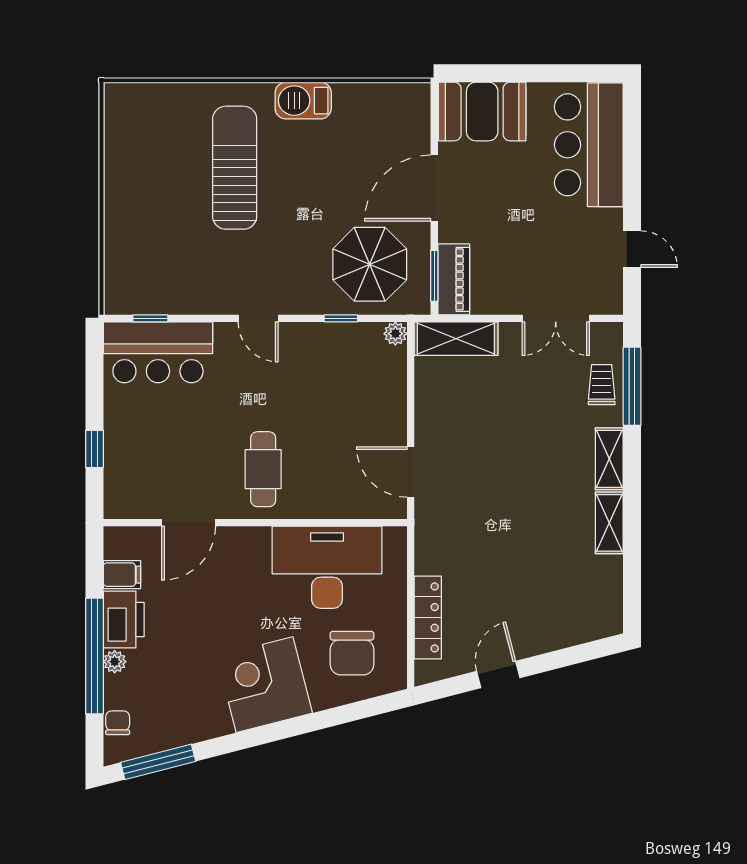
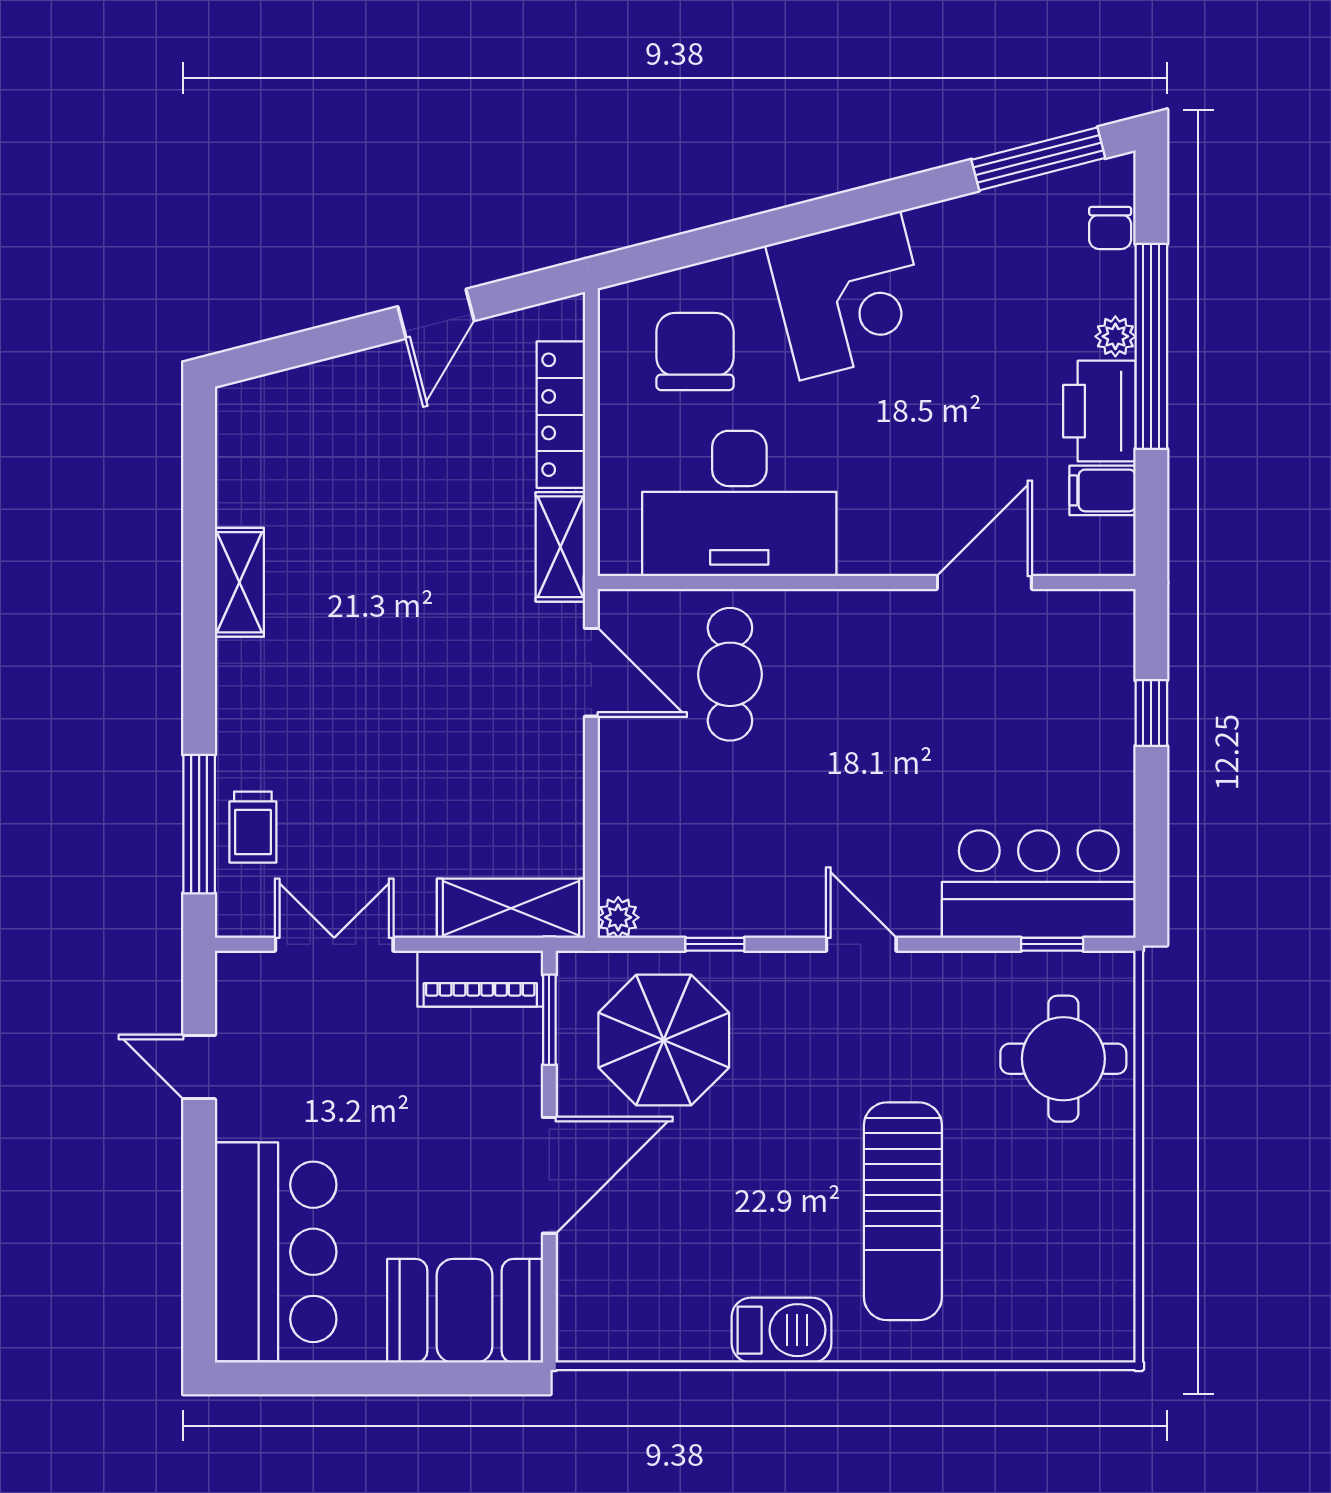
round table: (144, 254) -> (1063, 1059), added
piano: (454, 279) -> (480, 979), moved, turned -90
shelving: (609, 459) -> (560, 547), moved
cafe table: (263, 469) -> (730, 674), moved

